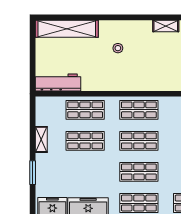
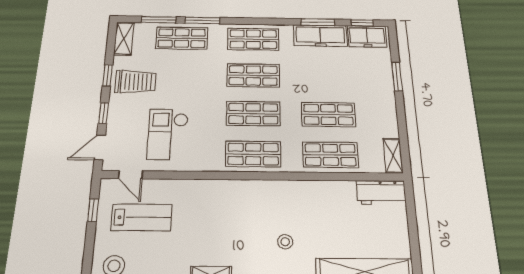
workbench: (58, 83) -> (381, 193), width x0.73
shelving: (41, 139) -> (393, 156), moved

